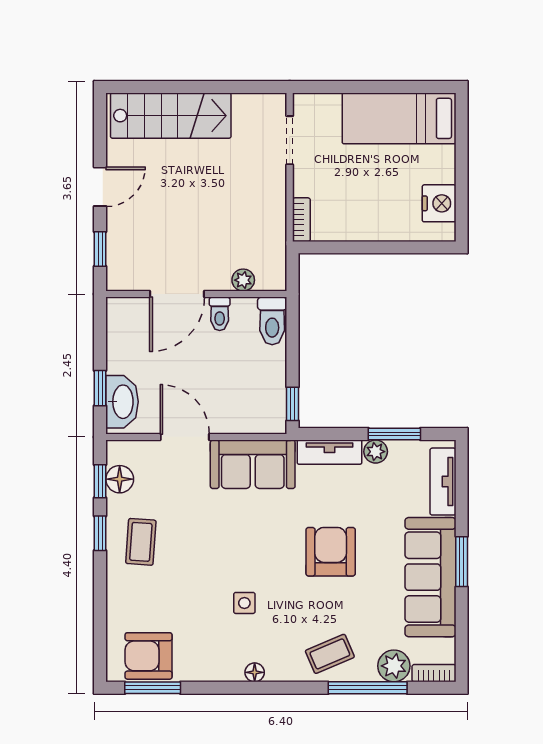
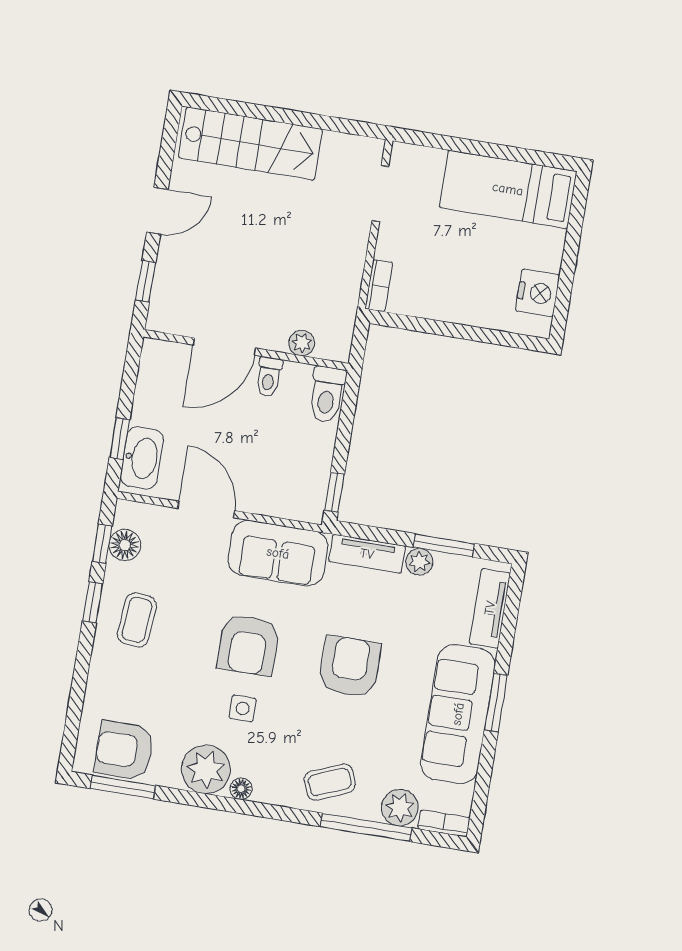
armchair: (240, 548) -> (248, 645), added
plant: (222, 661) -> (206, 769), added

